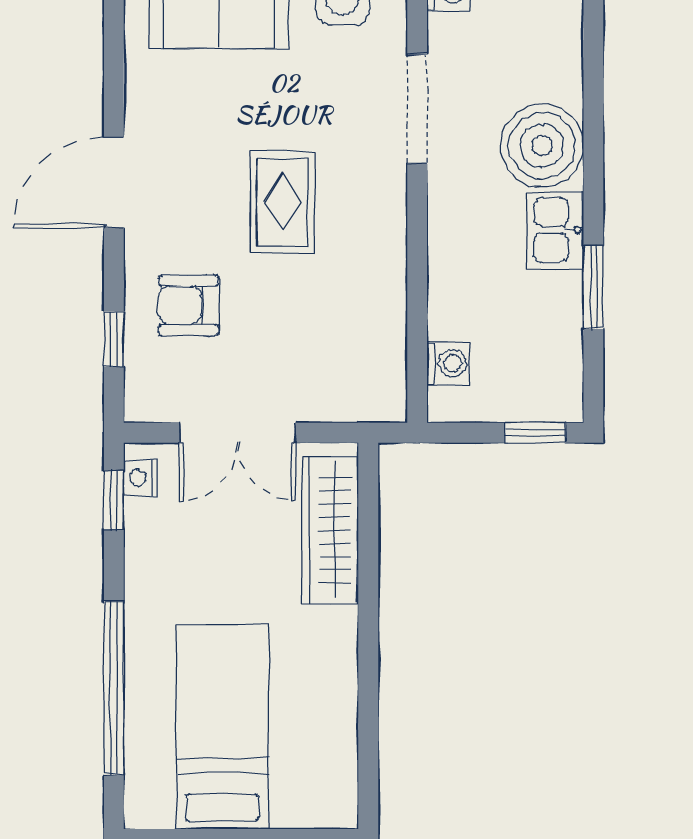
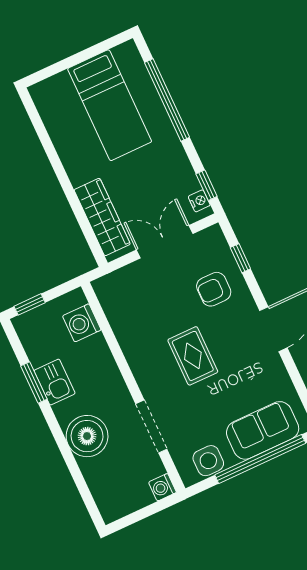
kitchen sink: (555, 230) -> (55, 382), moved
armchair: (188, 305) -> (214, 289), turned 180
washing machine: (448, 363) -> (82, 323), width x1.38, depth x1.38

